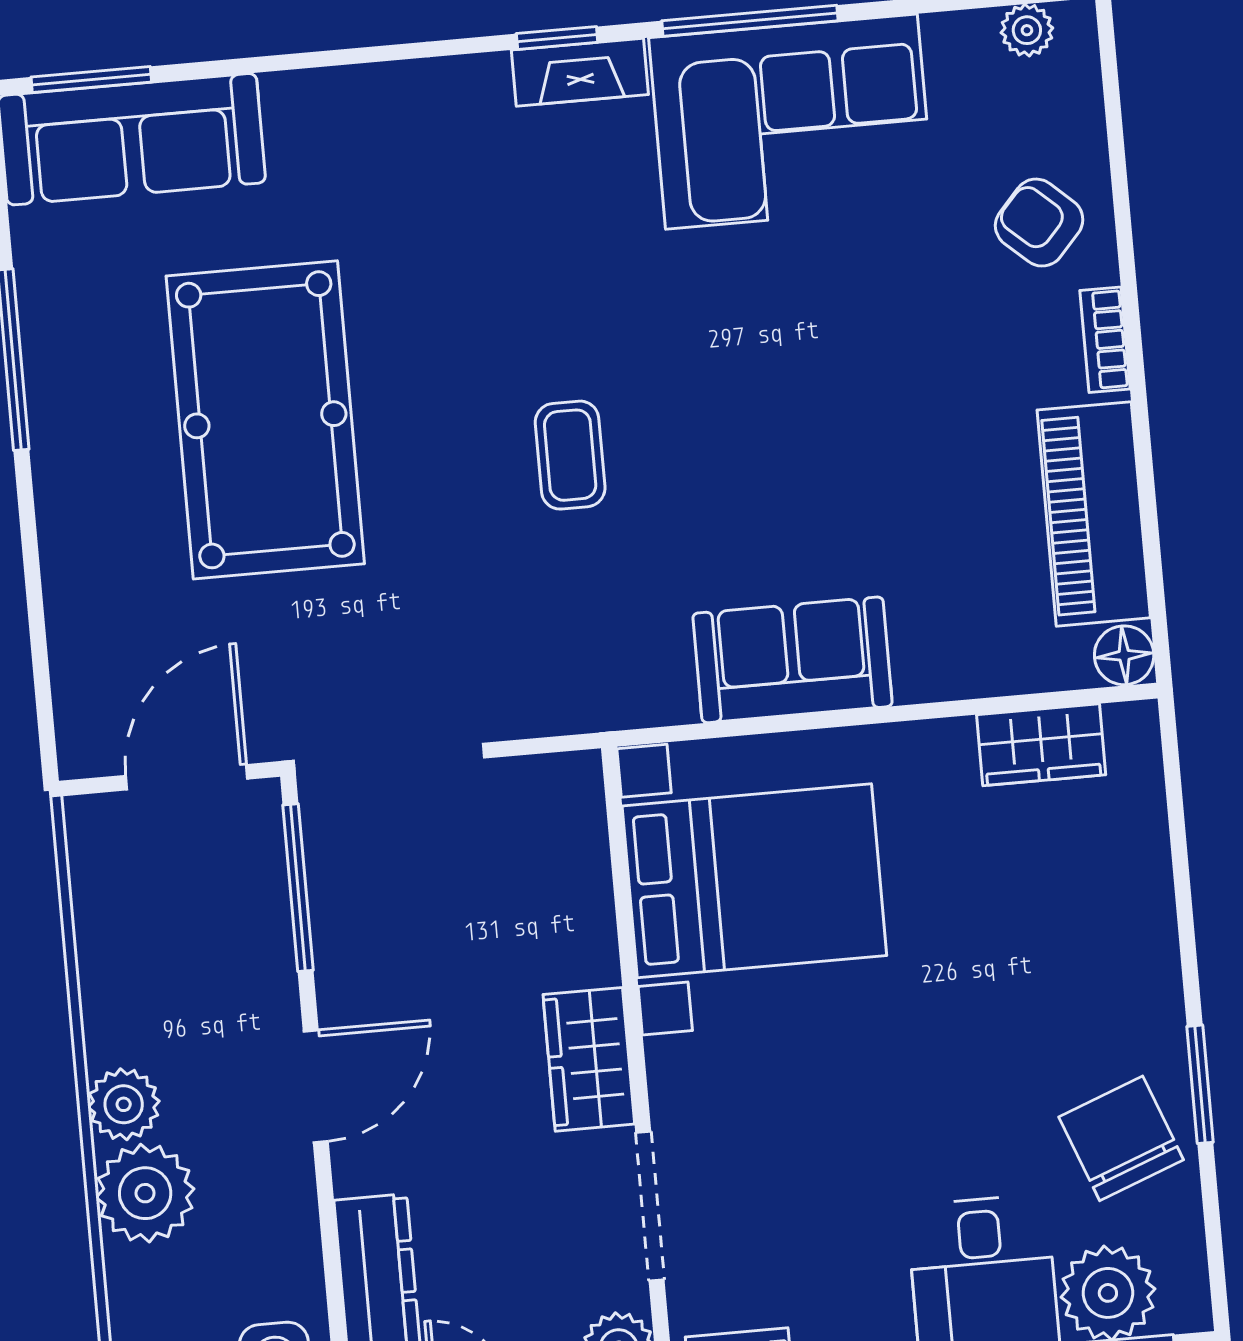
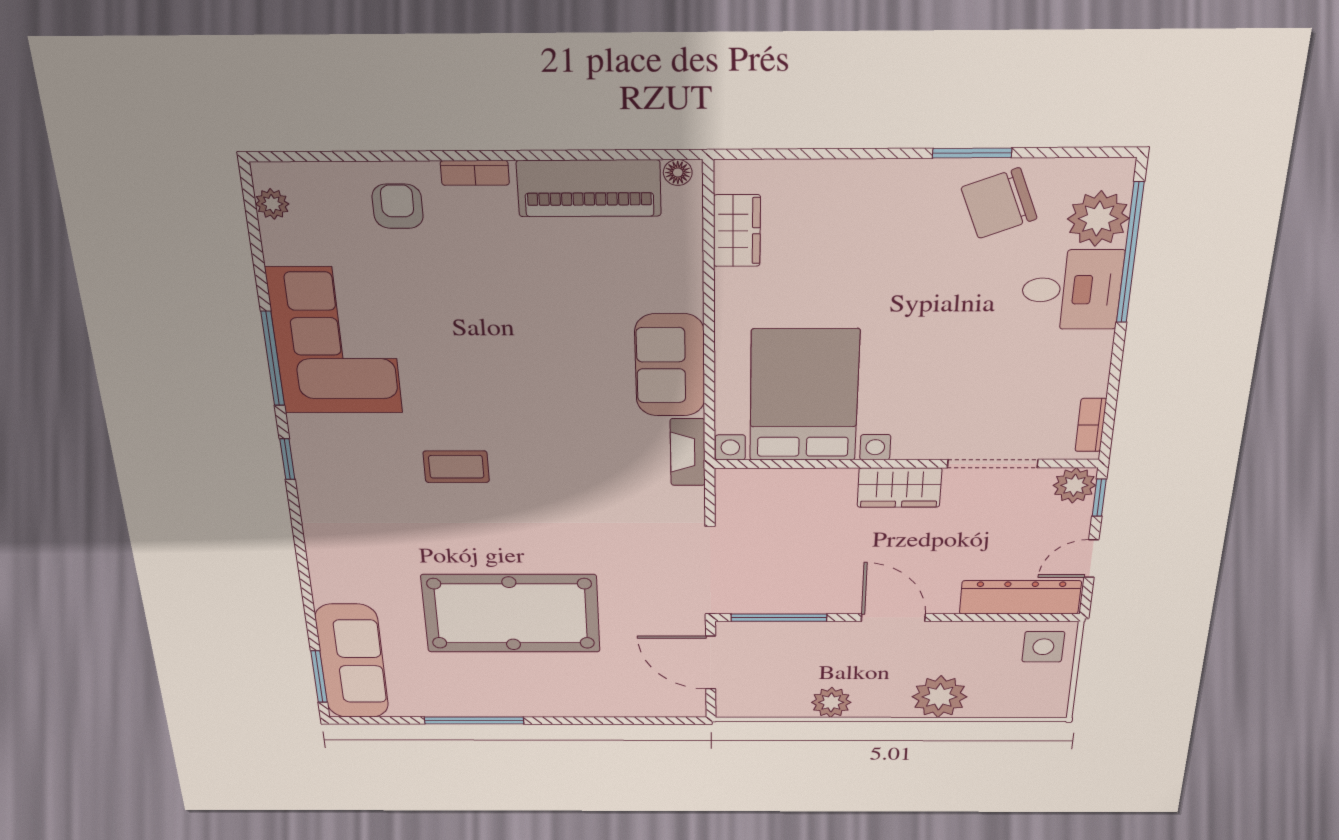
fireplace: (580, 72) -> (688, 452), moved, turned 180
armchair: (1039, 223) -> (398, 206), turned 138
coffee table: (570, 455) -> (456, 467), moved
floor lamp: (1124, 655) -> (678, 172), width x0.73, depth x0.73
plant: (124, 1104) -> (831, 702), moved

